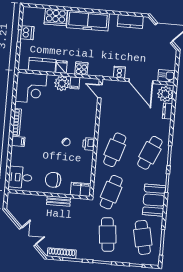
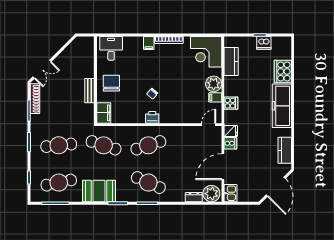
fridge: (61, 67) -> (231, 131), moved
cafe table: (115, 150) -> (148, 145), turned -36
double door: (28, 237) -> (42, 69), moved

